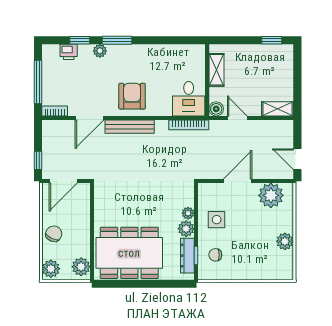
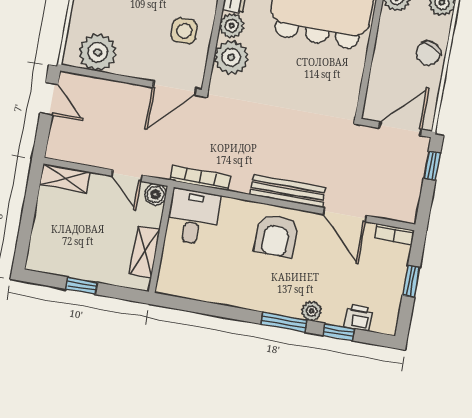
window: (272, 40) -> (82, 286), moved
window: (38, 82) -> (411, 281), width x0.46
door: (89, 118) -> (345, 215), swing flipped
door: (238, 181) -> (174, 88), moved
plant: (188, 213) -> (231, 57), width x1.87, depth x1.87

